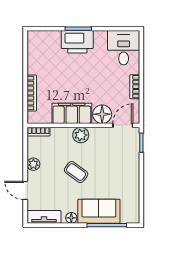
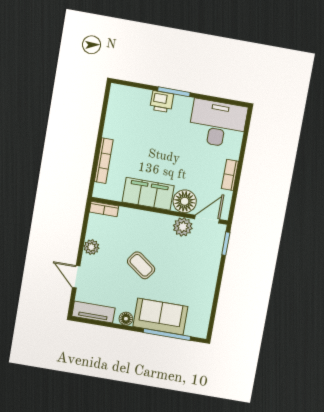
printer: (77, 42) -> (162, 102), width x0.53, depth x0.68
desk: (124, 48) -> (218, 124), width x1.37
plant: (81, 135) -> (183, 227), moved

